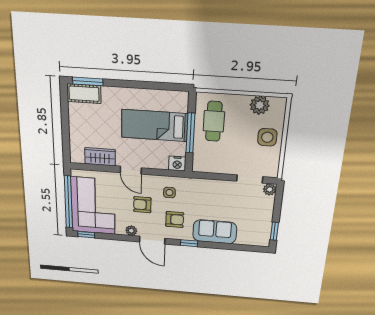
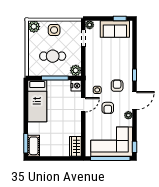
plant: (260, 105) -> (34, 27), moved
cafe table: (214, 121) -> (53, 56), moved
bed: (154, 125) -> (37, 101), moved
wardrobe: (100, 157) -> (75, 146), moved
plant: (201, 164) -> (76, 70), added
door: (131, 170) -> (83, 105), moved
sofa: (215, 232) -> (115, 29), moved, turned -90

